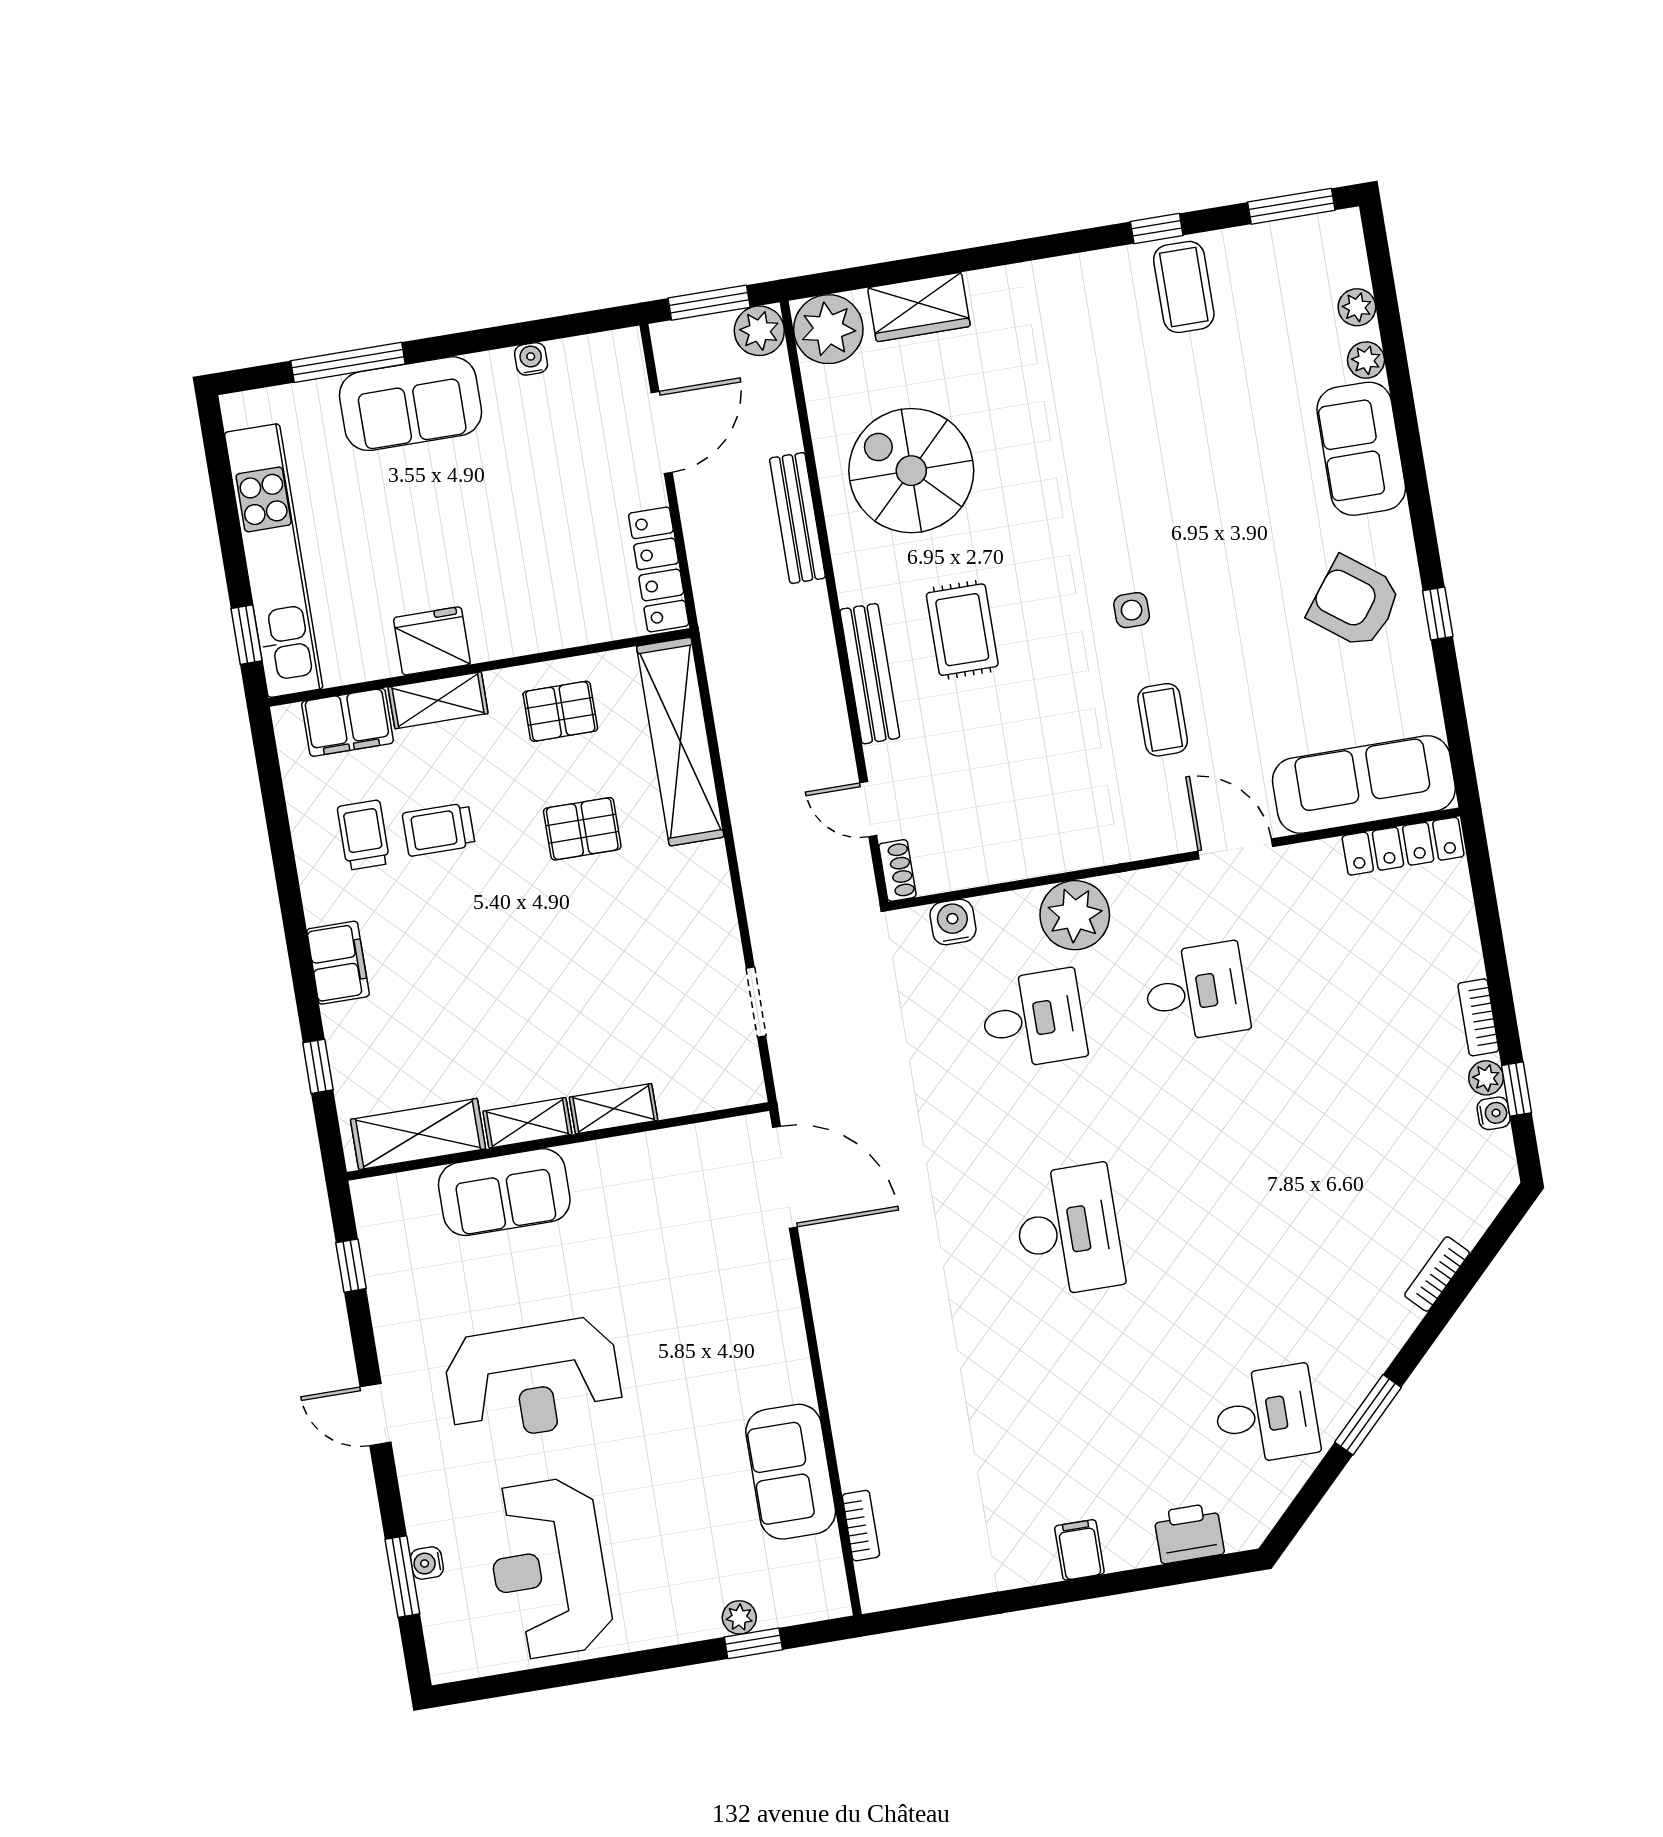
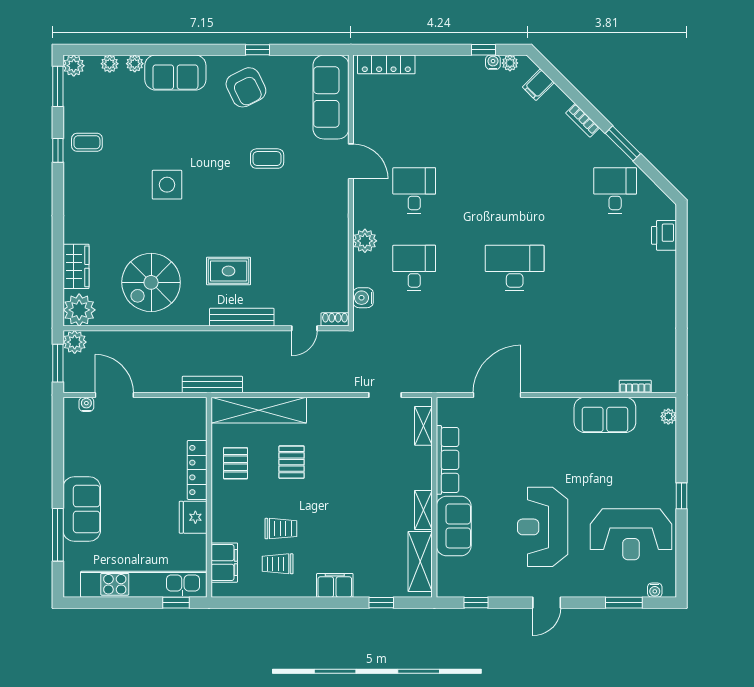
plant: (1340, 232) -> (74, 66), added
coffee table: (1184, 287) -> (87, 142), width x0.73, depth x0.77
water cooler: (531, 359) -> (86, 404), moved, turned 90
bench: (797, 518) -> (212, 385), moved
locker: (659, 569) -> (197, 470), moved, turned 90
armchair: (1355, 602) -> (246, 87), turned -63
side table: (1132, 610) -> (167, 185), moved, width x1.87, depth x1.87
shelving: (438, 700) -> (221, 519), removed
coffee table: (1163, 720) -> (267, 159), moved
trolley: (439, 830) -> (281, 529), turned -90
locker: (1403, 846) -> (386, 64), moved, turned 90
door: (1235, 849) -> (351, 161), swing flipped
plant: (1075, 915) -> (365, 241), width x0.73, depth x0.73
bookcase: (1478, 1017) -> (447, 62), removed
plant: (1486, 1078) -> (510, 63), moved
shelving: (614, 1109) -> (423, 426), moved
row of seats: (641, 1156) -> (448, 460), added
door: (785, 1177) -> (497, 395), moved
bookcase: (1437, 1274) -> (583, 120), moved
reception desk: (533, 1380) -> (543, 527), turned 180
filing cabinet: (1079, 1550) -> (538, 85), moved, turned -45
water cooler: (427, 1563) -> (655, 590), moved
plant: (739, 1617) -> (668, 416), moved
window: (753, 1643) -> (682, 496), moved

